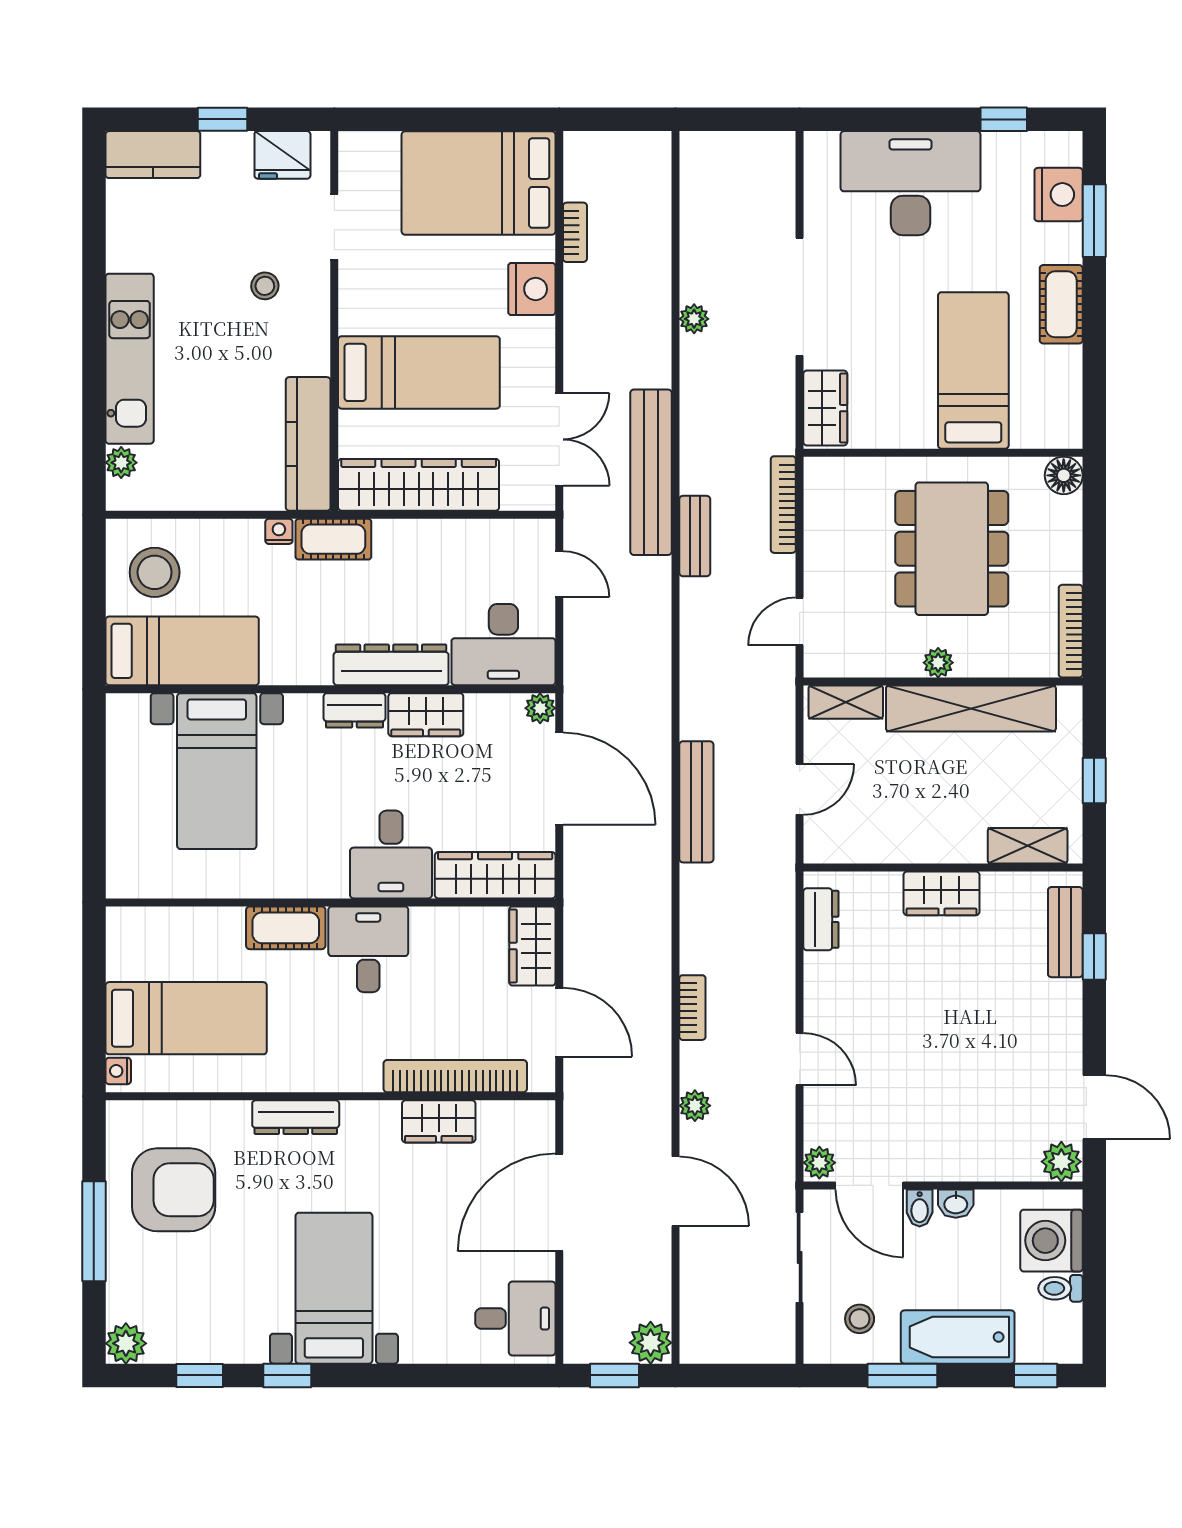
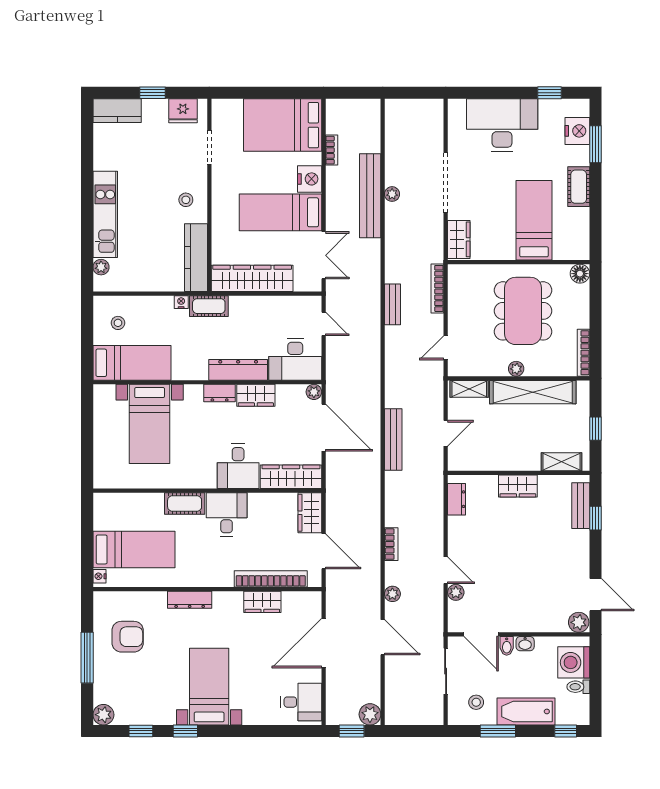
stool: (265, 286) -> (186, 200), moved
bed: (419, 372) -> (281, 212), moved, turned 180
bench: (651, 472) -> (370, 196), moved
stool: (155, 572) -> (118, 323), width x0.53, depth x0.53
plant: (819, 1163) -> (456, 592), moved
armchair: (174, 1190) -> (128, 637), width x0.73, depth x0.73

